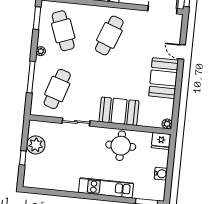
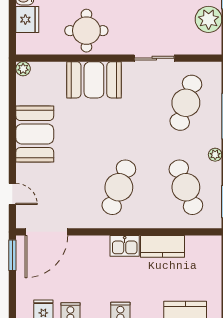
door: (182, 52) -> (12, 194), moved
fridge: (161, 141) -> (27, 20), moved, turned 90

